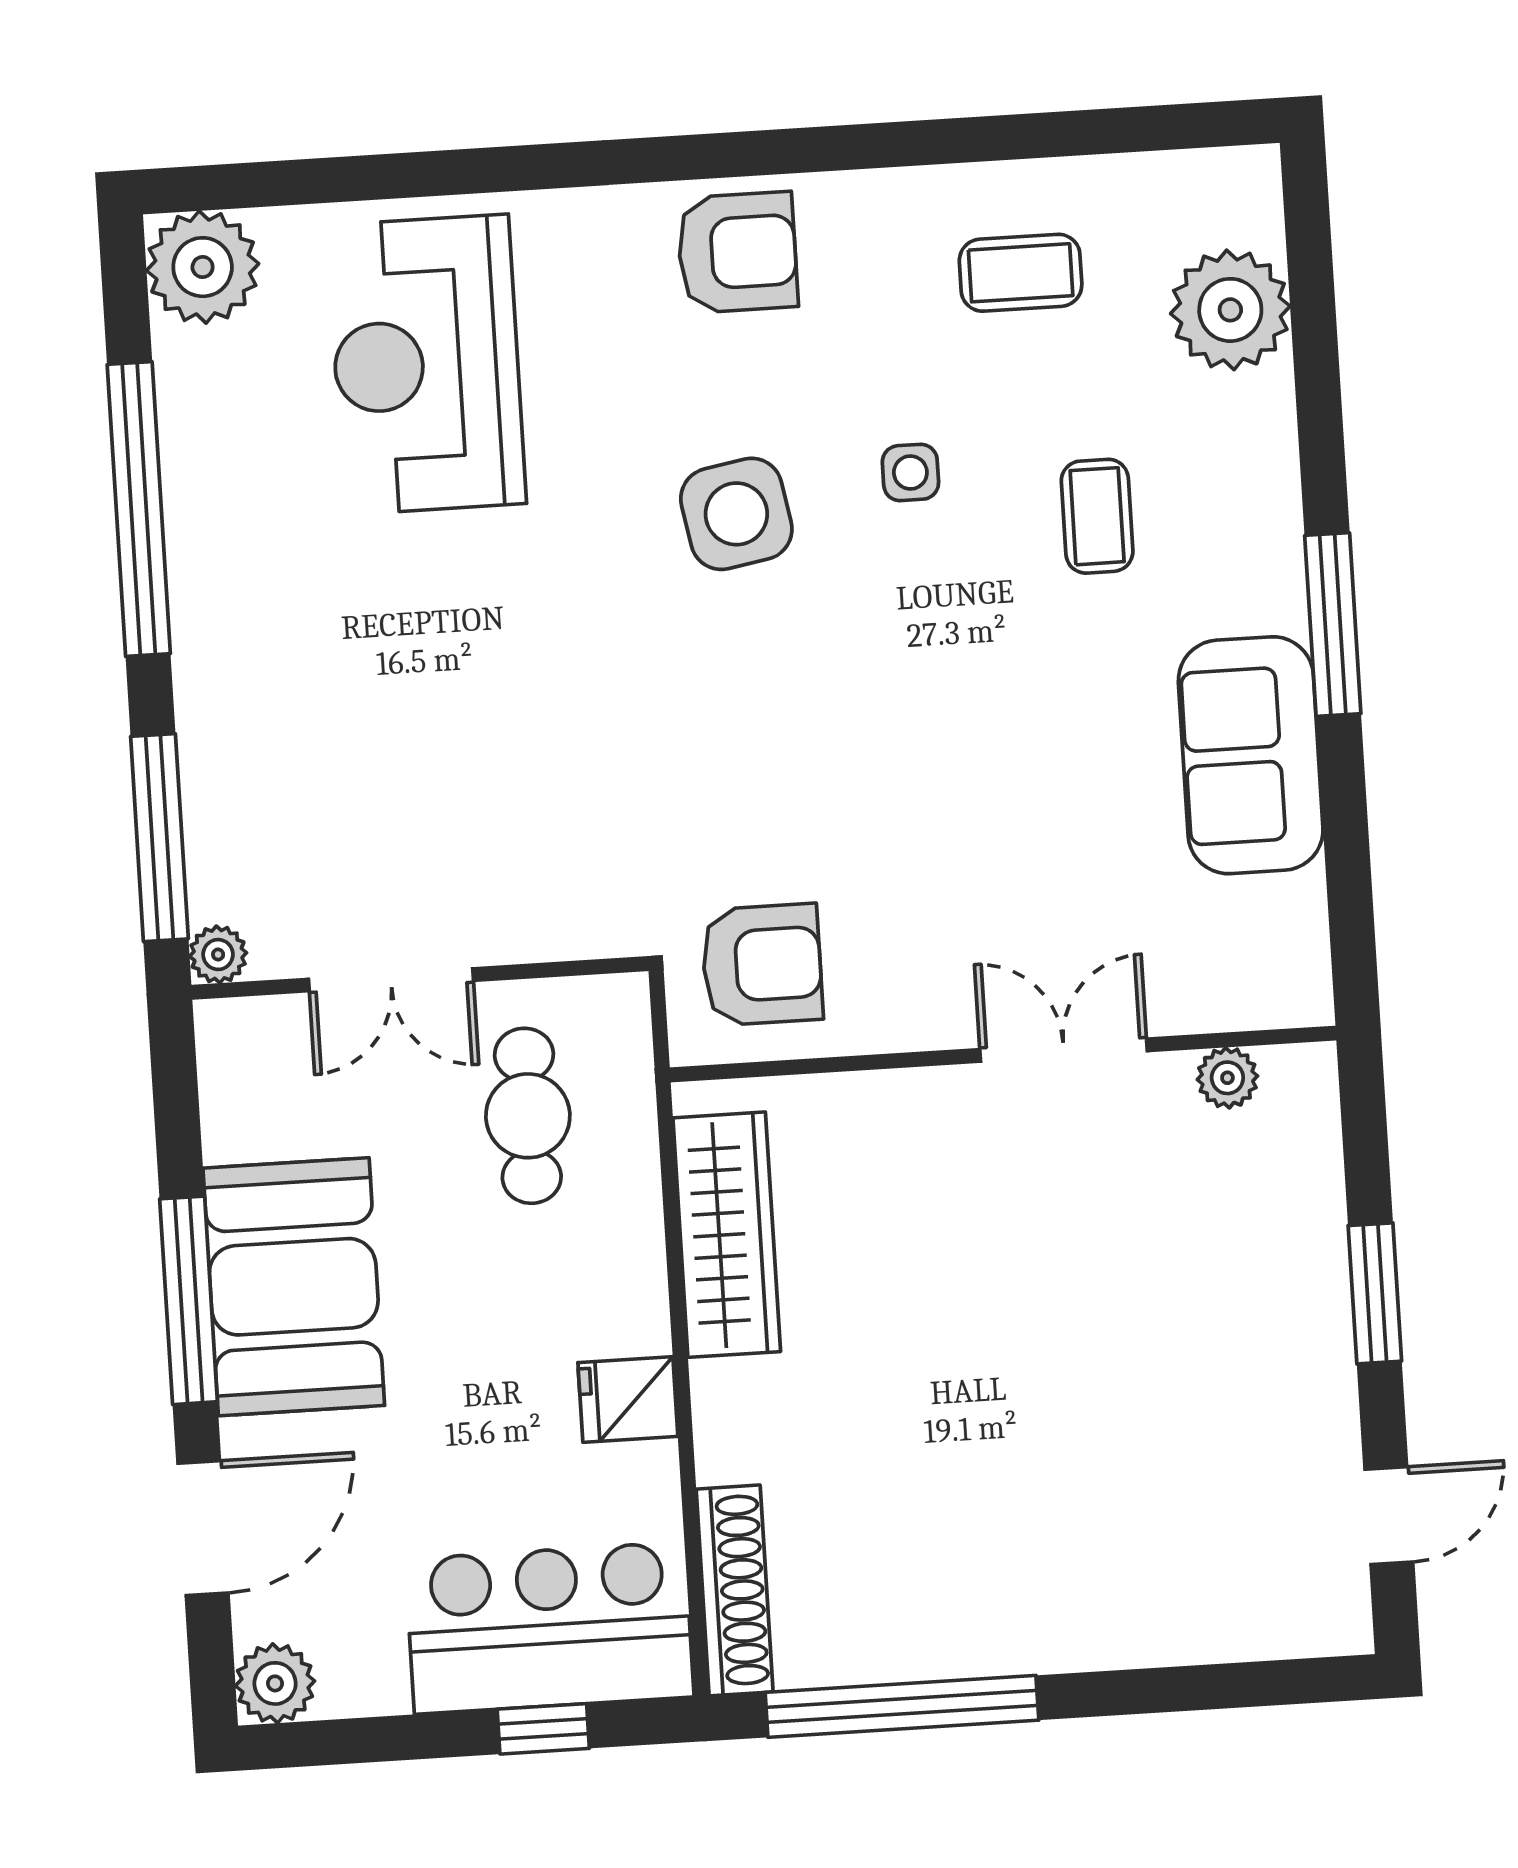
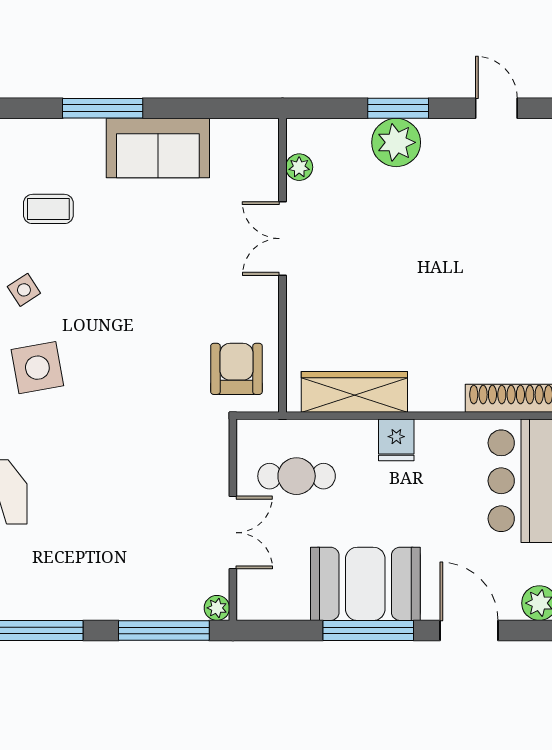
side table: (910, 472) -> (24, 290), turned -33
plant: (1297, 1294) -> (396, 142), added
fridge: (628, 1399) -> (396, 440), moved

